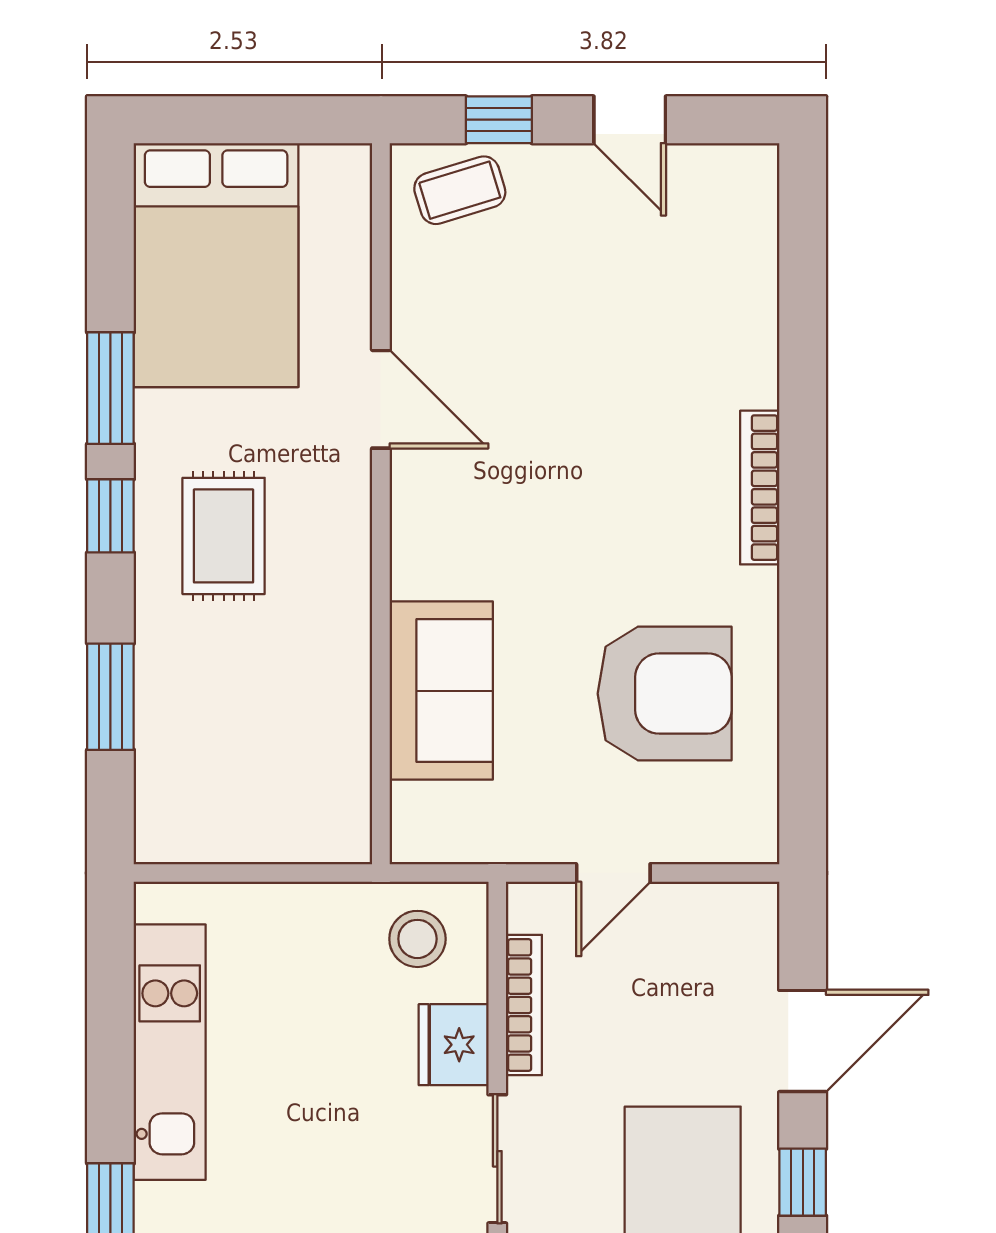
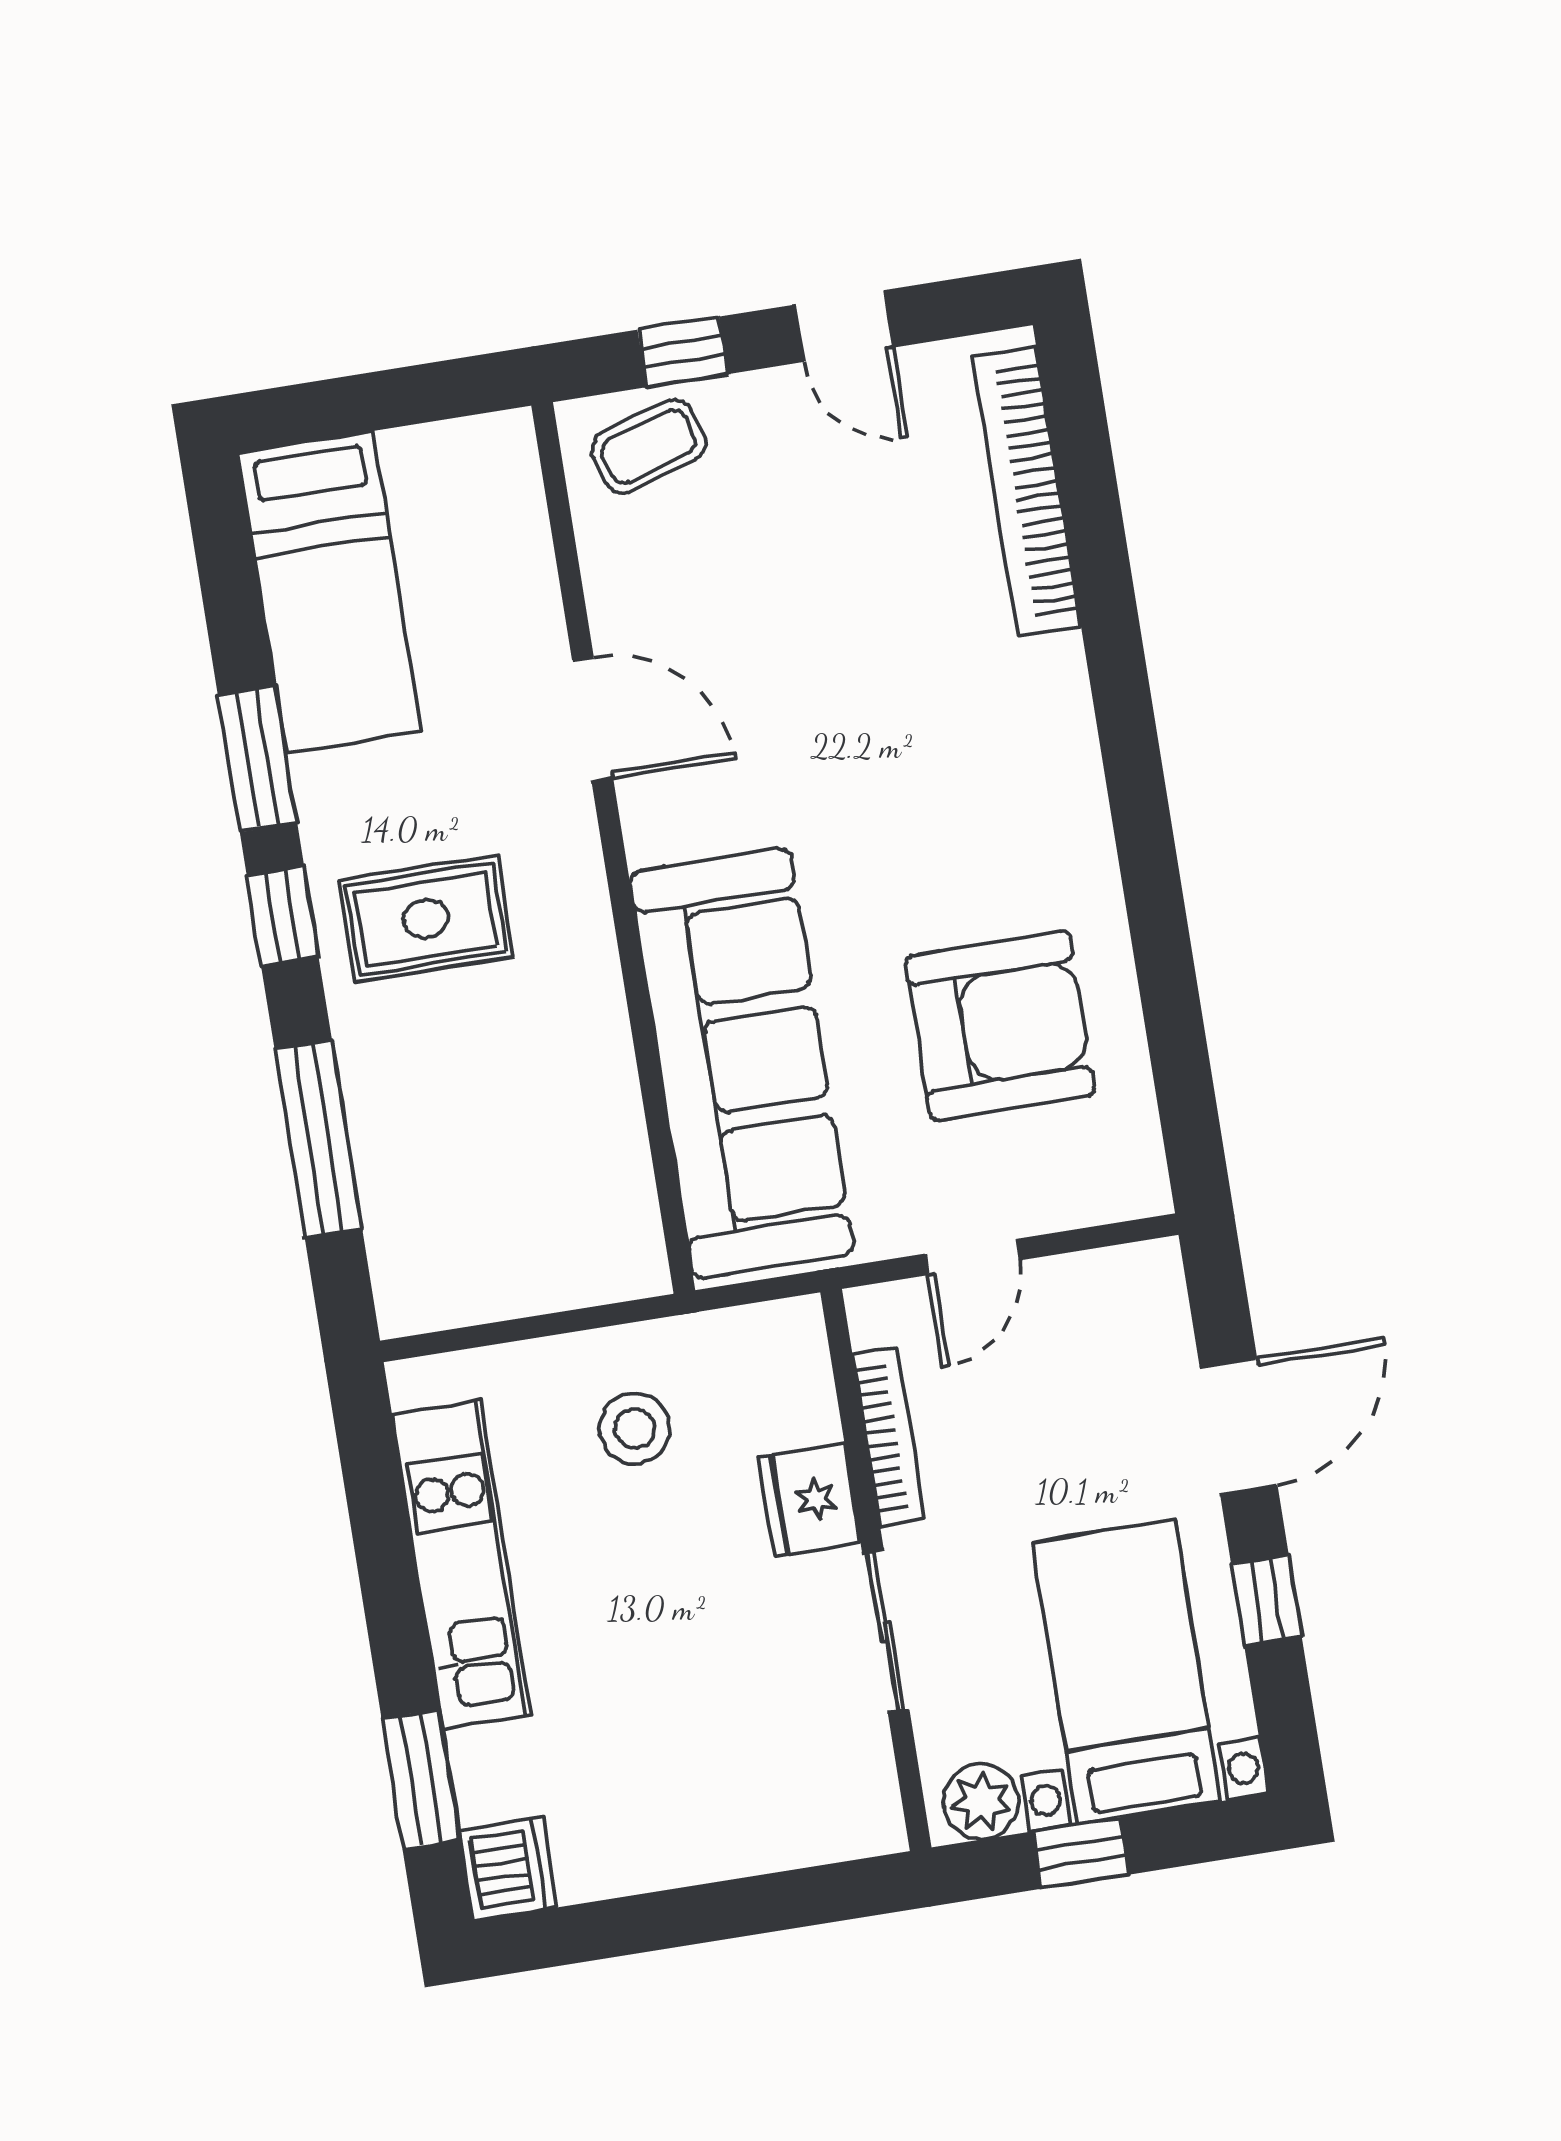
bed: (216, 265) -> (329, 592), width x0.67
bookcase: (760, 488) -> (1027, 491), moved, width x1.48, depth x1.31
rug: (224, 536) -> (426, 919), turned 90
sofa: (441, 691) -> (742, 1063), width x1.85, depth x1.27
window: (110, 697) -> (318, 1139), width x1.44
stool: (417, 939) -> (635, 1429), moved

